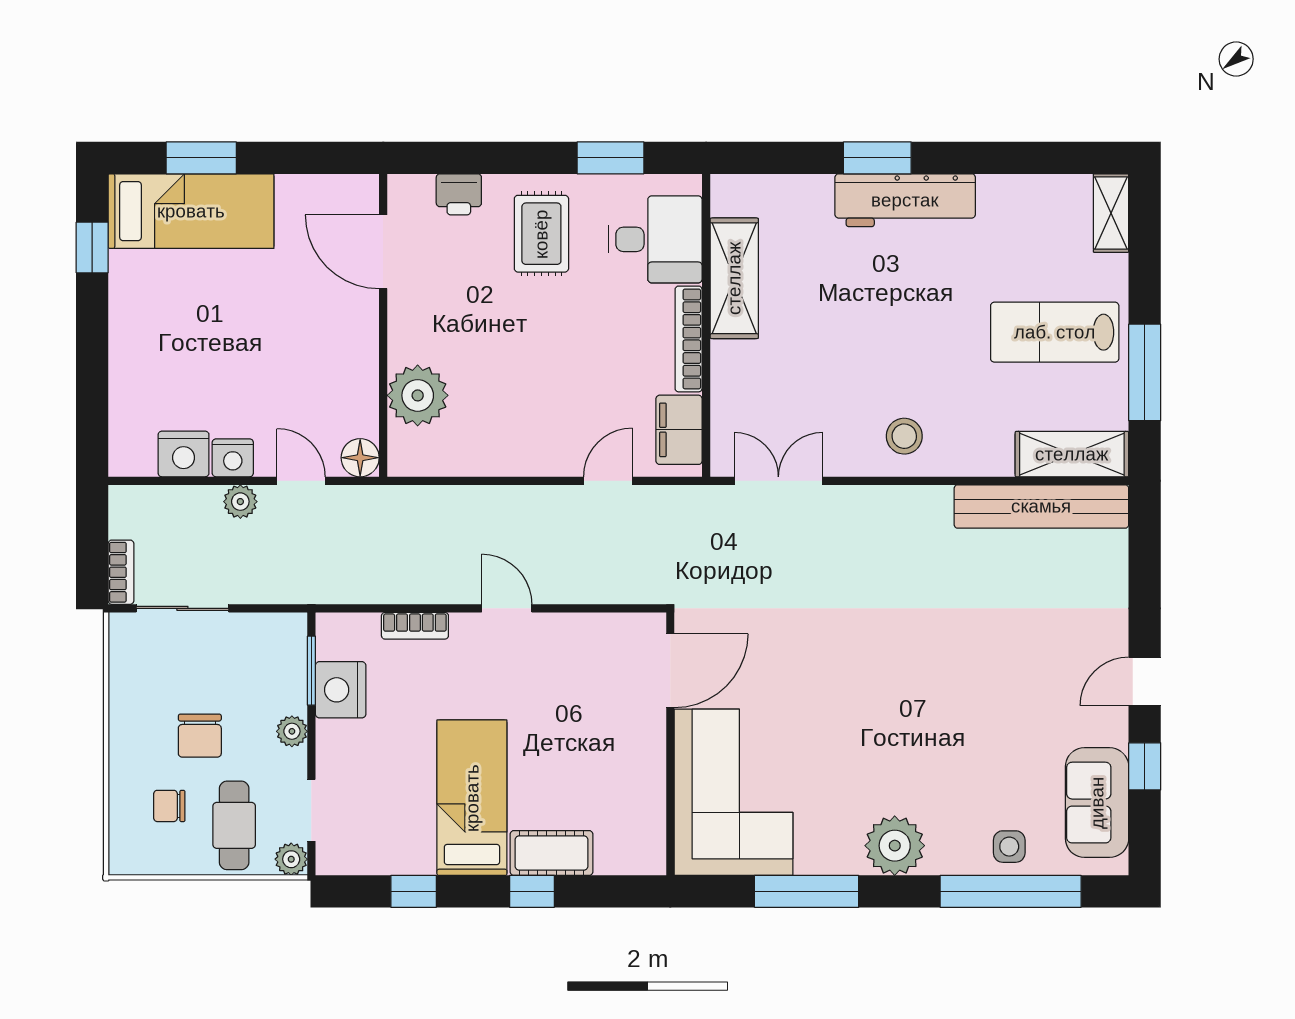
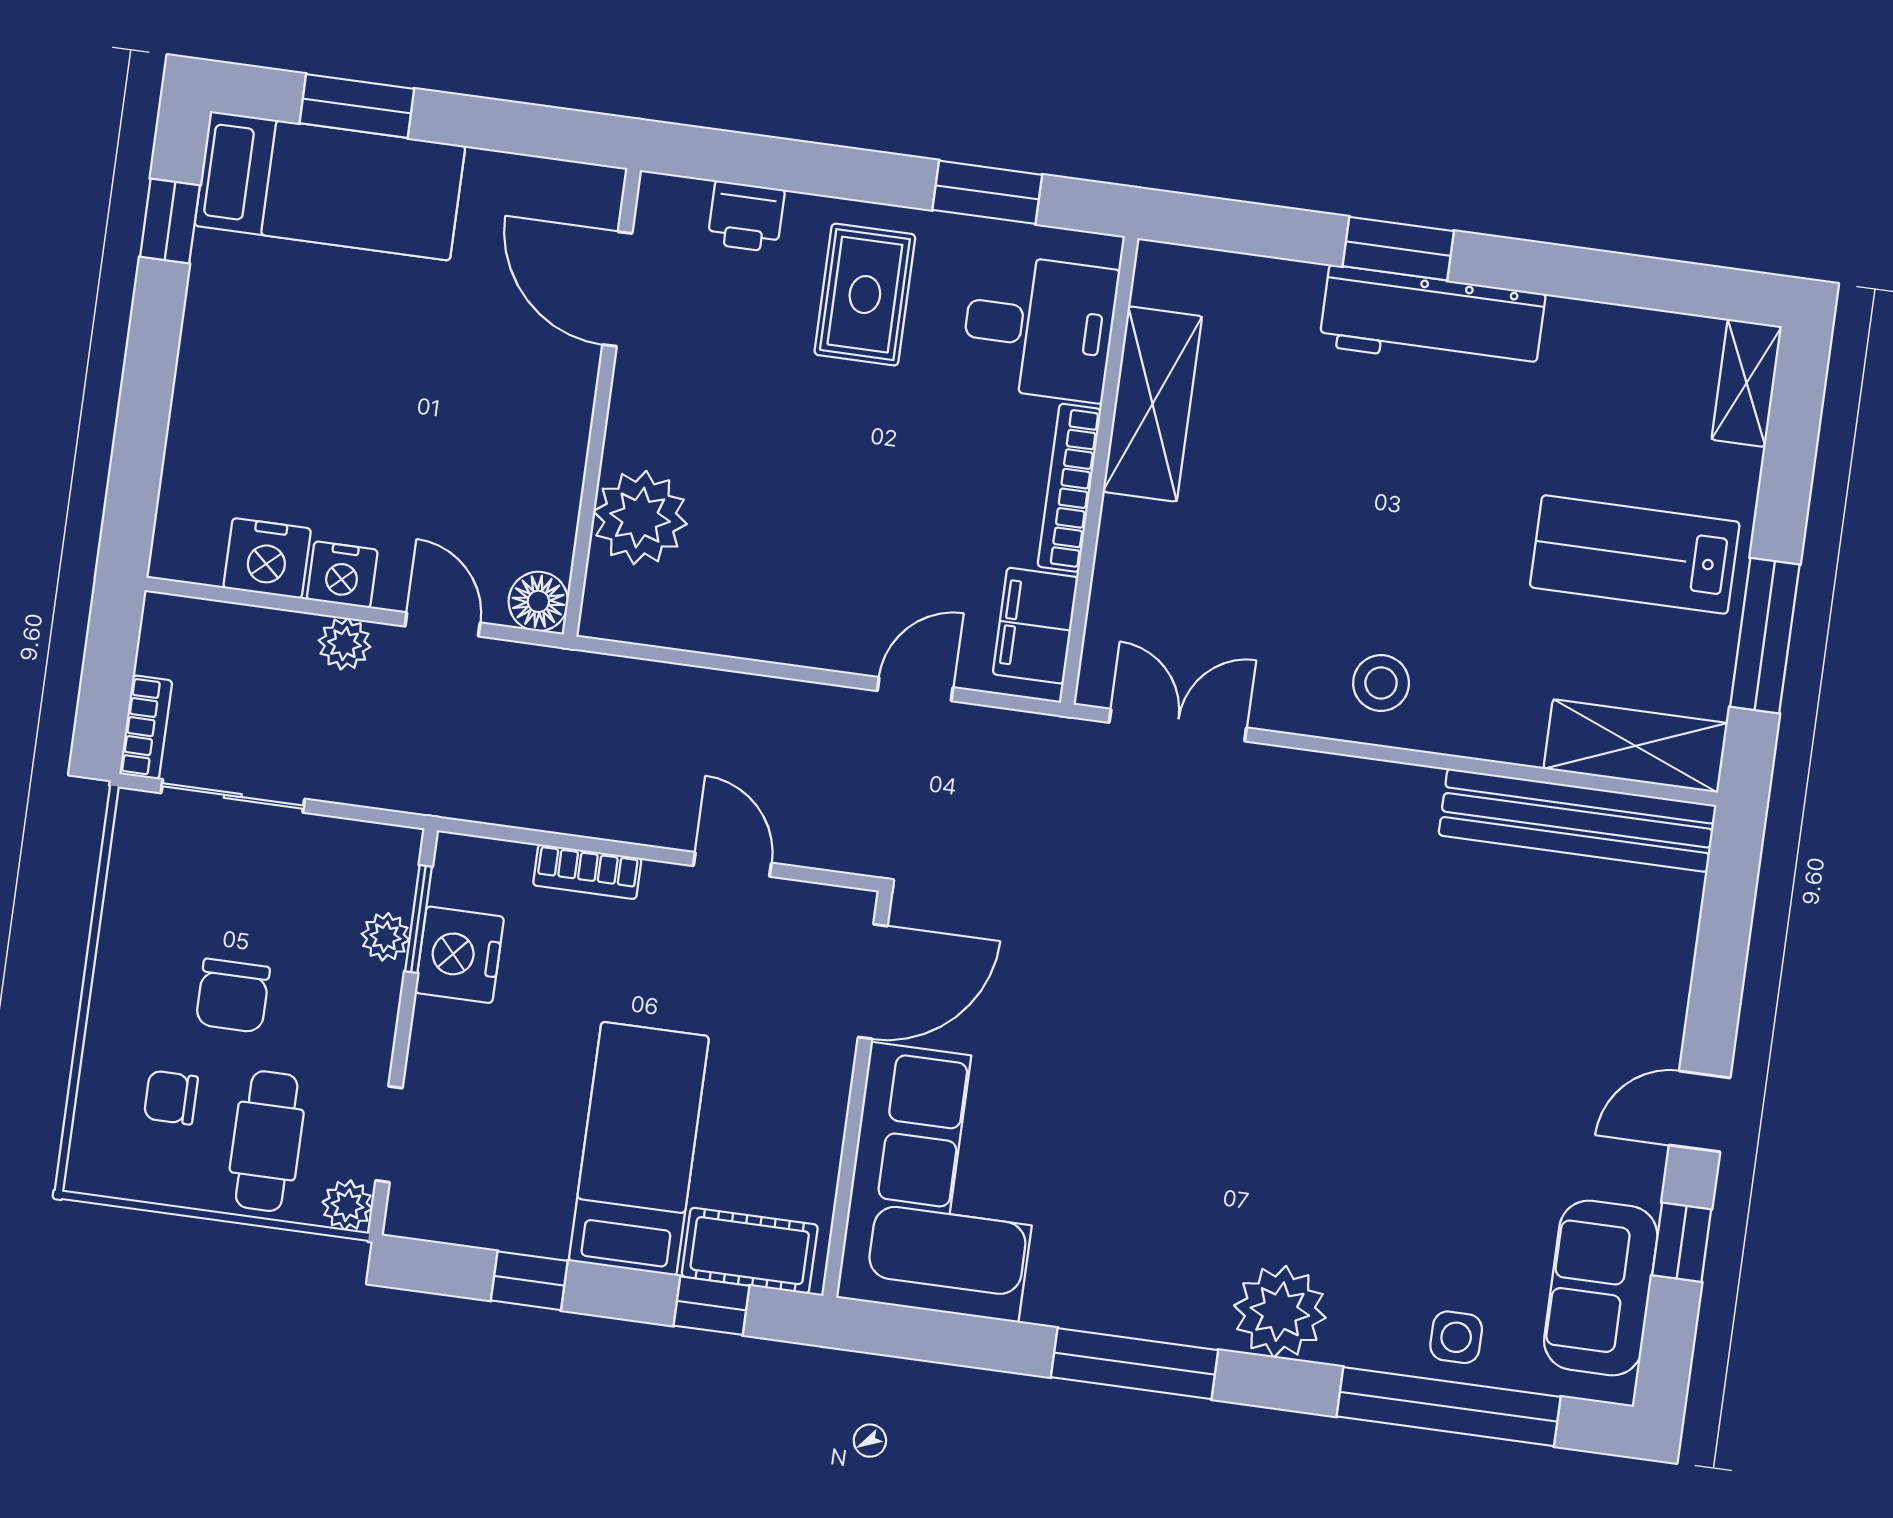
door: (670, 671) -> (873, 982), moved
plant: (292, 731) -> (385, 937), moved
wall: (670, 744) -> (857, 1094), moved
corner sofa: (734, 792) -> (945, 1182), moved

